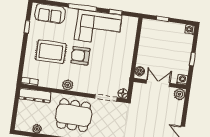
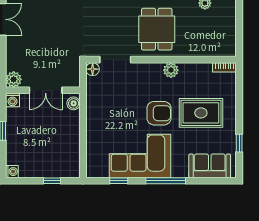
dresser: (35, 95) -> (214, 49), removed
dining table: (74, 115) -> (157, 29), width x0.73

